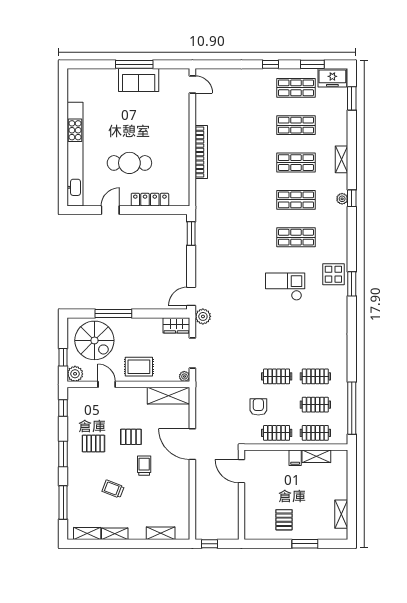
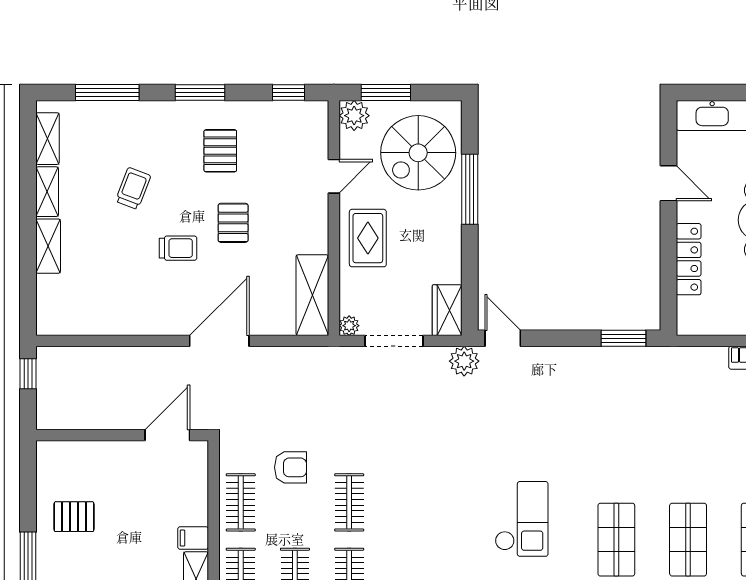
window: (63, 357) -> (386, 93), width x1.50
shelving: (161, 533) -> (48, 246), moved

